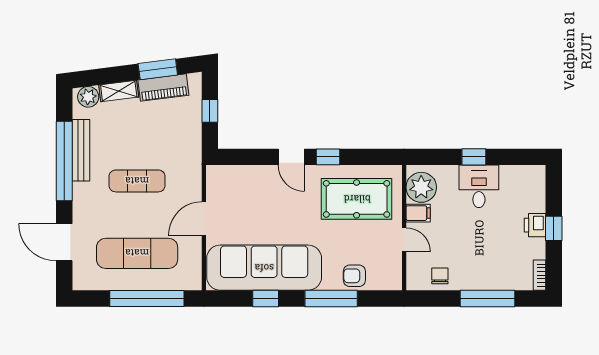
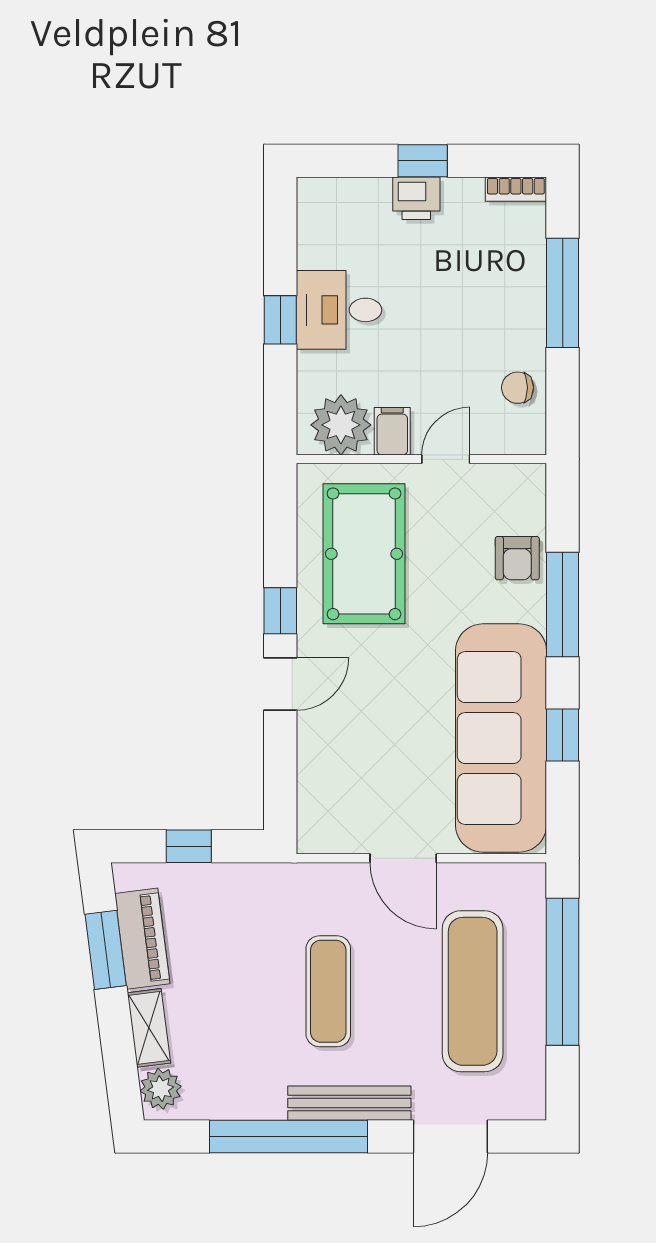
bench: (81, 150) -> (349, 1103), moved

